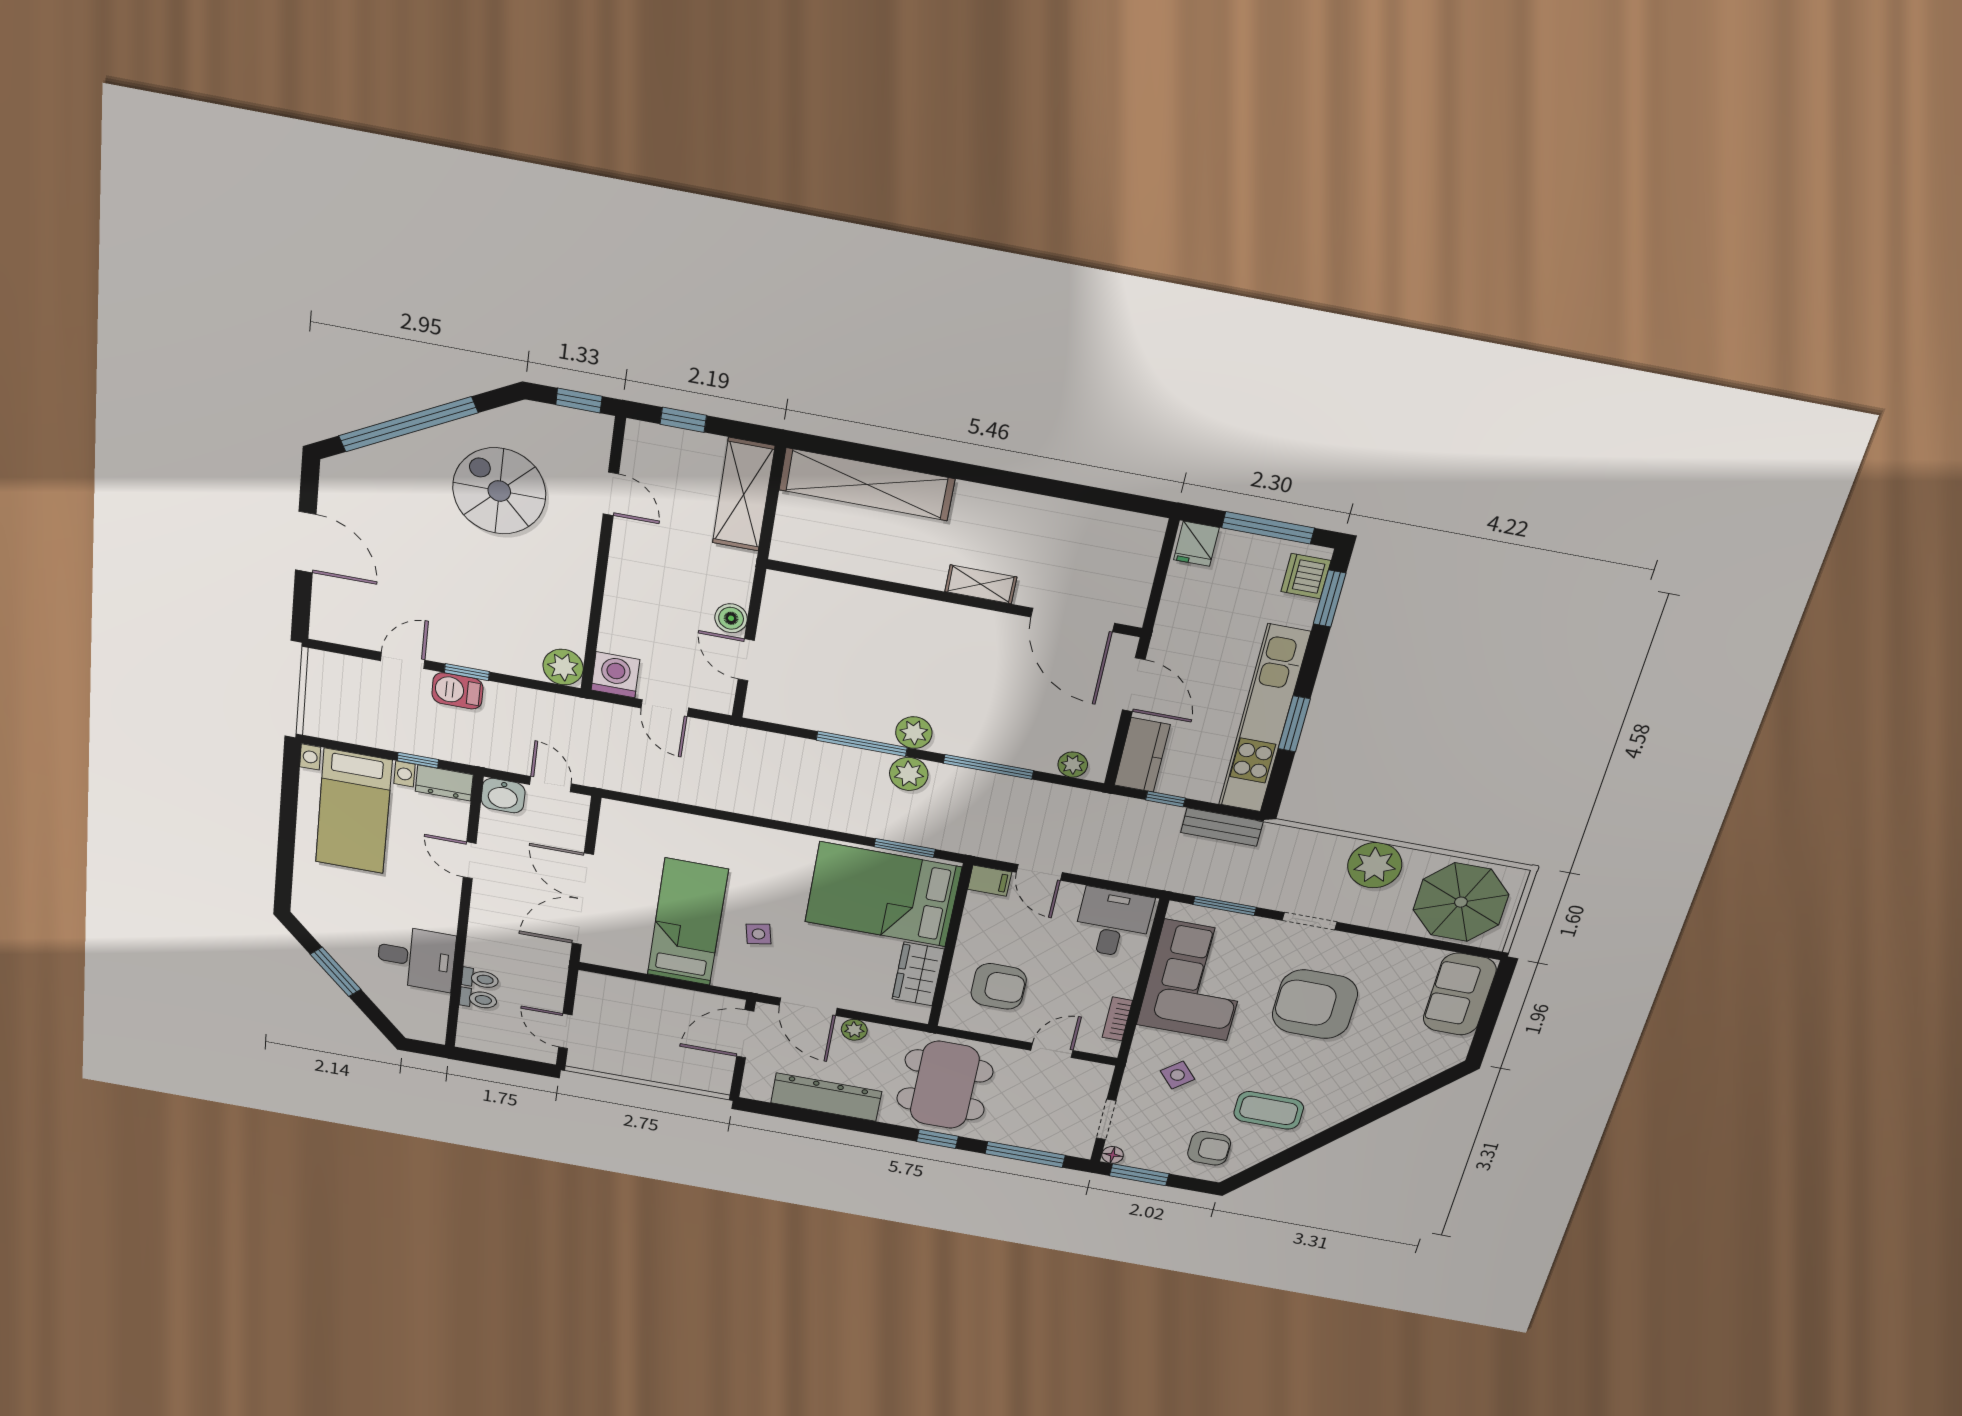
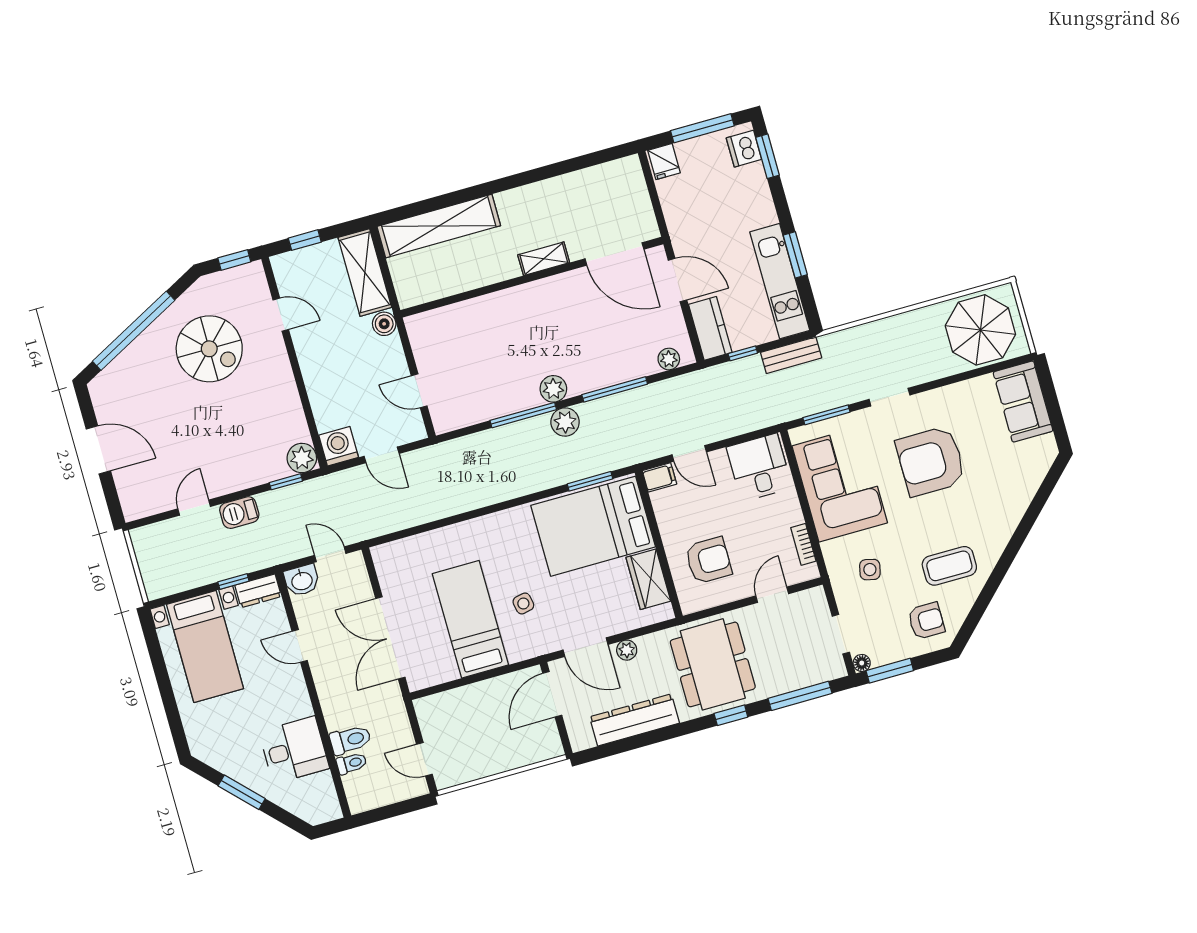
spiral stairs: (499, 491) -> (209, 349), turned 180
boiler: (731, 618) -> (384, 324), moved
window: (467, 672) -> (286, 482), moved
kitchen unit: (1264, 719) -> (780, 281), width x0.73
plant: (1375, 865) -> (907, 332), removed
toilet: (480, 979) -> (350, 740), width x1.37, depth x1.39
side table: (1177, 1075) -> (870, 570), turned -37

